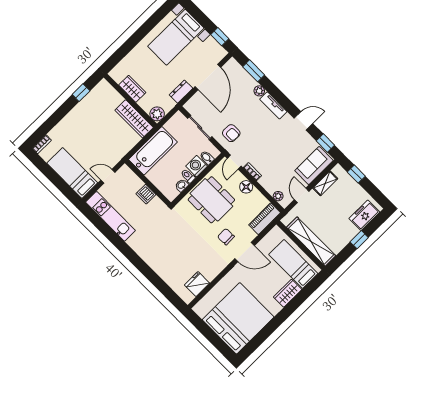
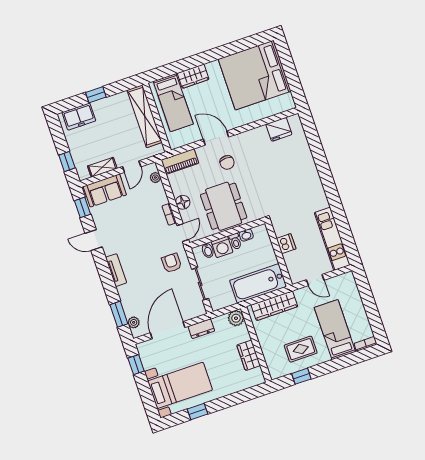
window: (151, 23) -> (198, 412), added
plant: (259, 91) -> (134, 322), moved
rug: (92, 114) -> (301, 349), added
wardrobe: (134, 119) -> (274, 306), moved, turned 90
bed: (72, 173) -> (335, 330), moved, turned 180

